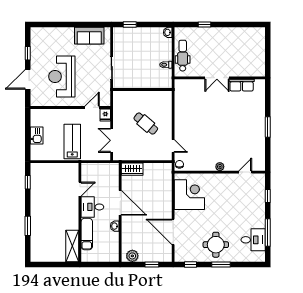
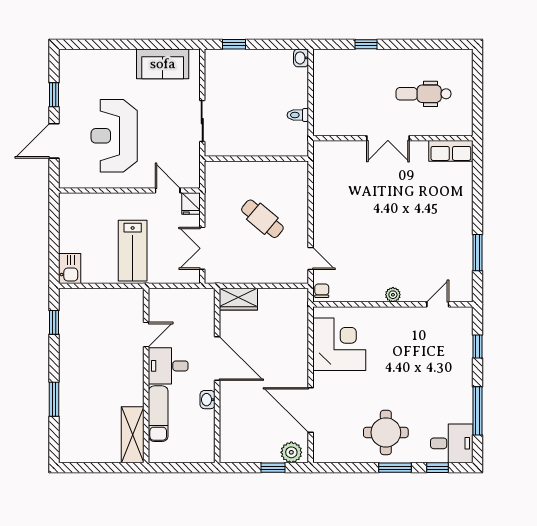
dental chair: (183, 56) -> (424, 94), moved, turned -90
row of seats: (242, 85) -> (451, 151), moved
door: (92, 108) -> (168, 190), hinge flipped
window: (268, 127) -> (477, 253), moved
kitchen sink: (37, 136) -> (70, 268), moved
lab bench: (72, 142) -> (133, 251), turned 180
desk: (253, 240) -> (452, 443), moved
plant: (132, 256) -> (291, 452), moved
window: (191, 265) -> (437, 468), moved

